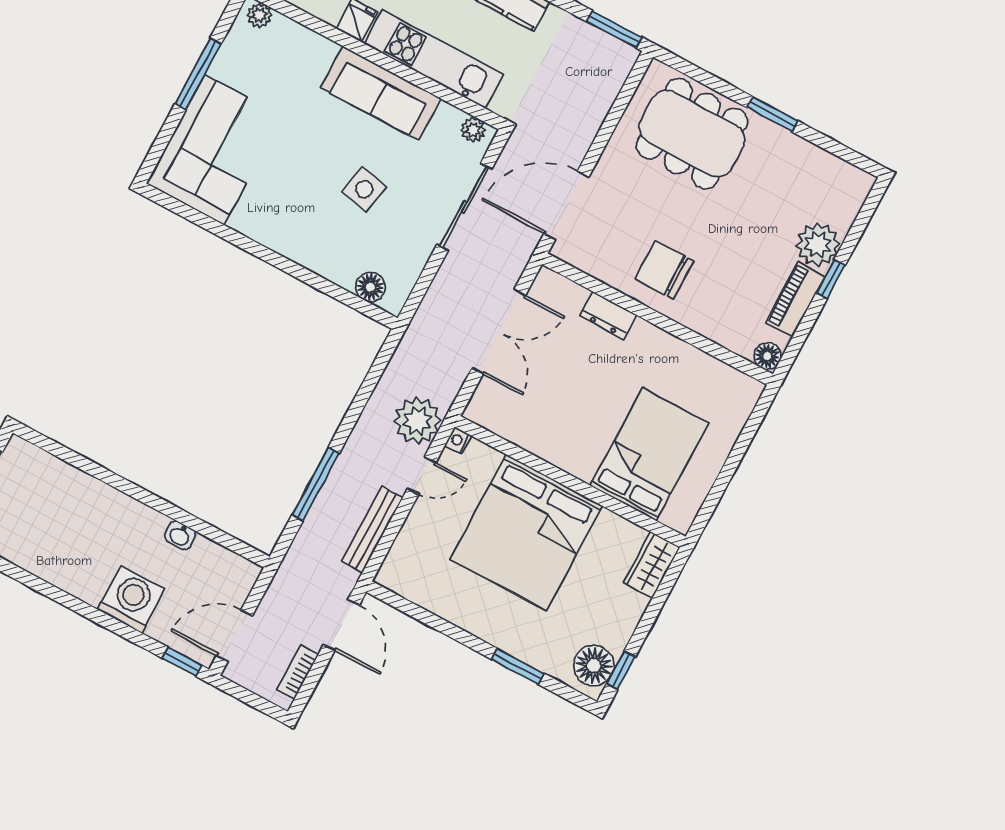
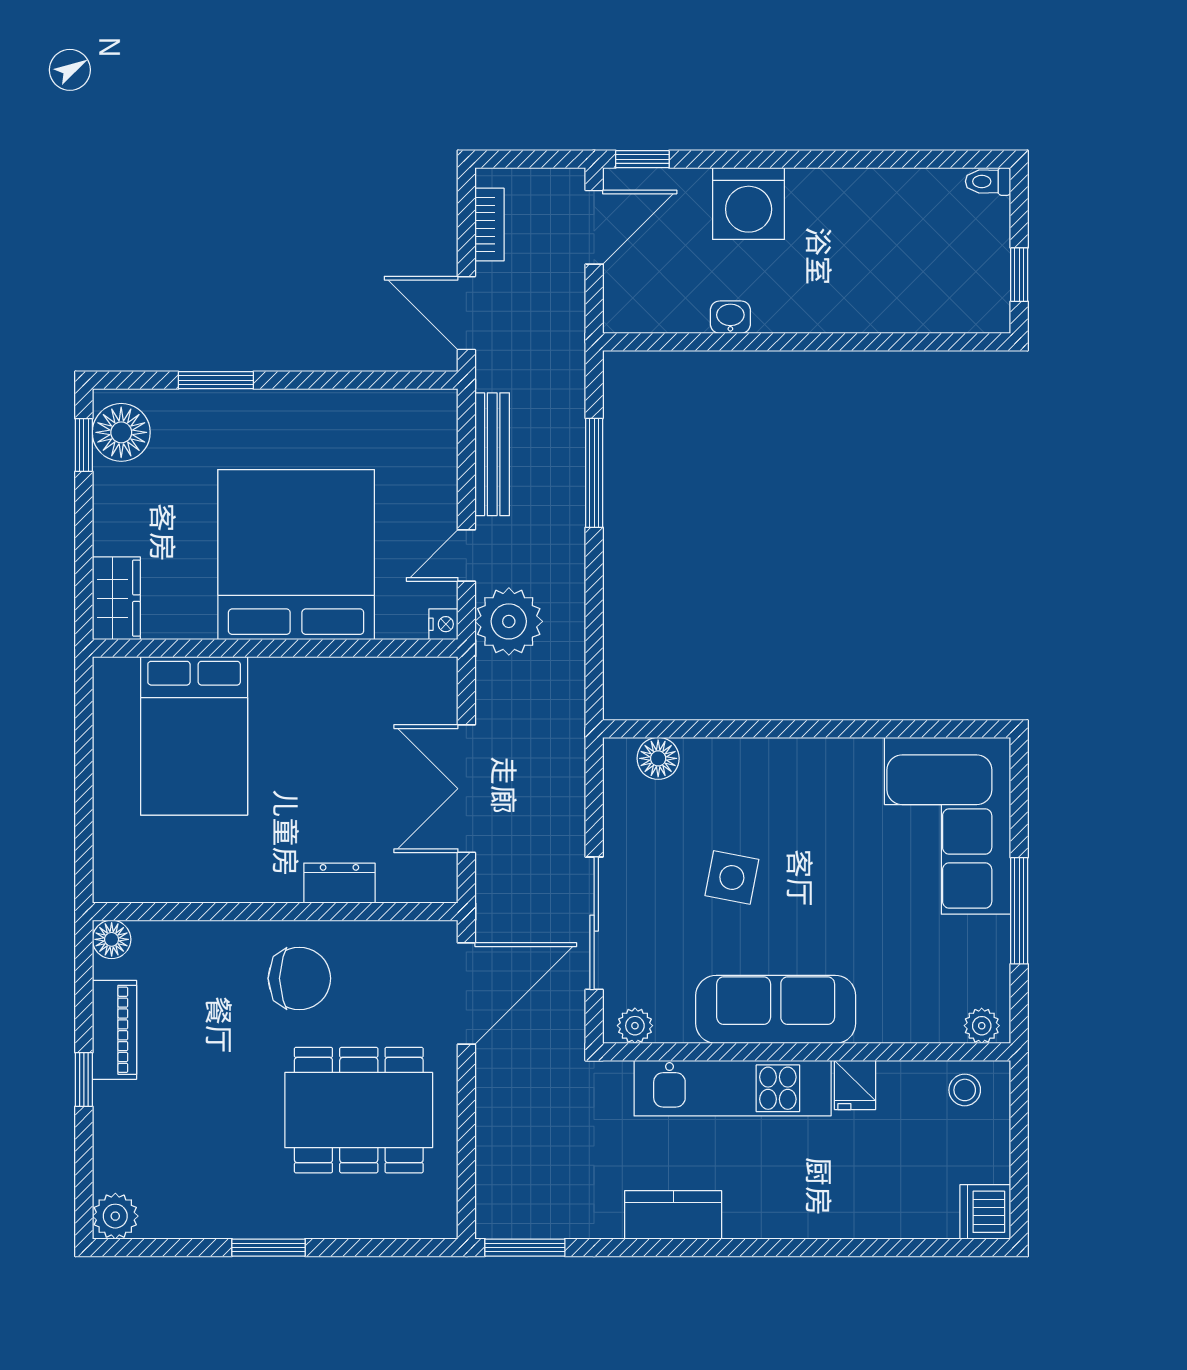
dining table: (692, 134) -> (359, 1110), moved
plant: (818, 244) -> (115, 1216), moved, width x0.73, depth x0.73

